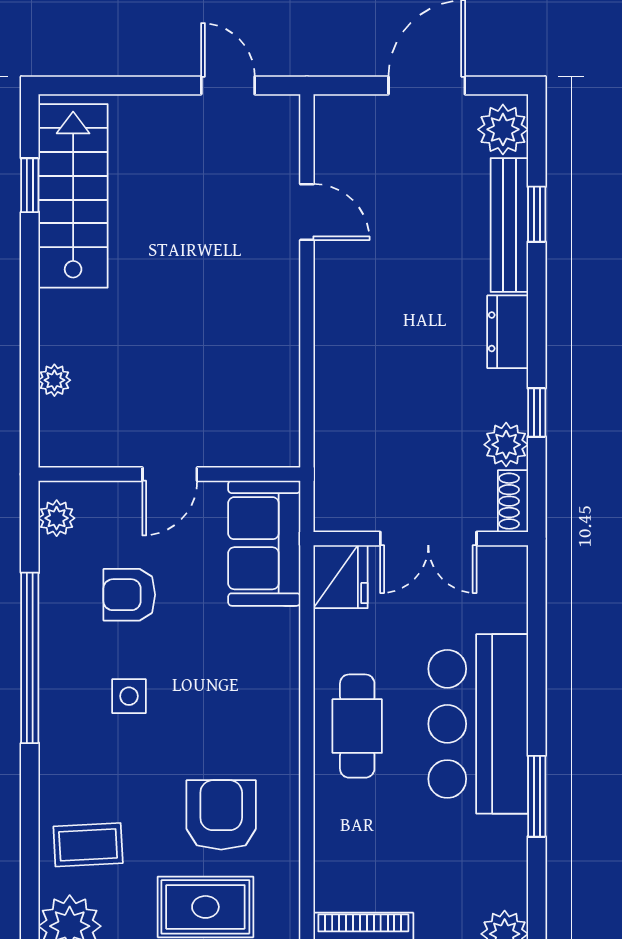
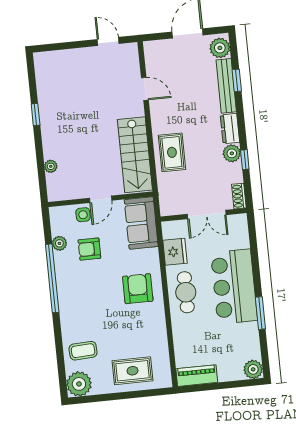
window: (30, 185) -> (36, 115), moved
stairs: (73, 196) -> (135, 155), moved, turned 180
rug: (358, 376) -> (172, 152), added
plant: (506, 445) -> (232, 153), moved
plant: (57, 518) -> (59, 243), moved
fridge: (341, 577) -> (175, 252), moved
side table: (129, 696) -> (83, 215), moved
armchair: (221, 815) -> (138, 289), moved

